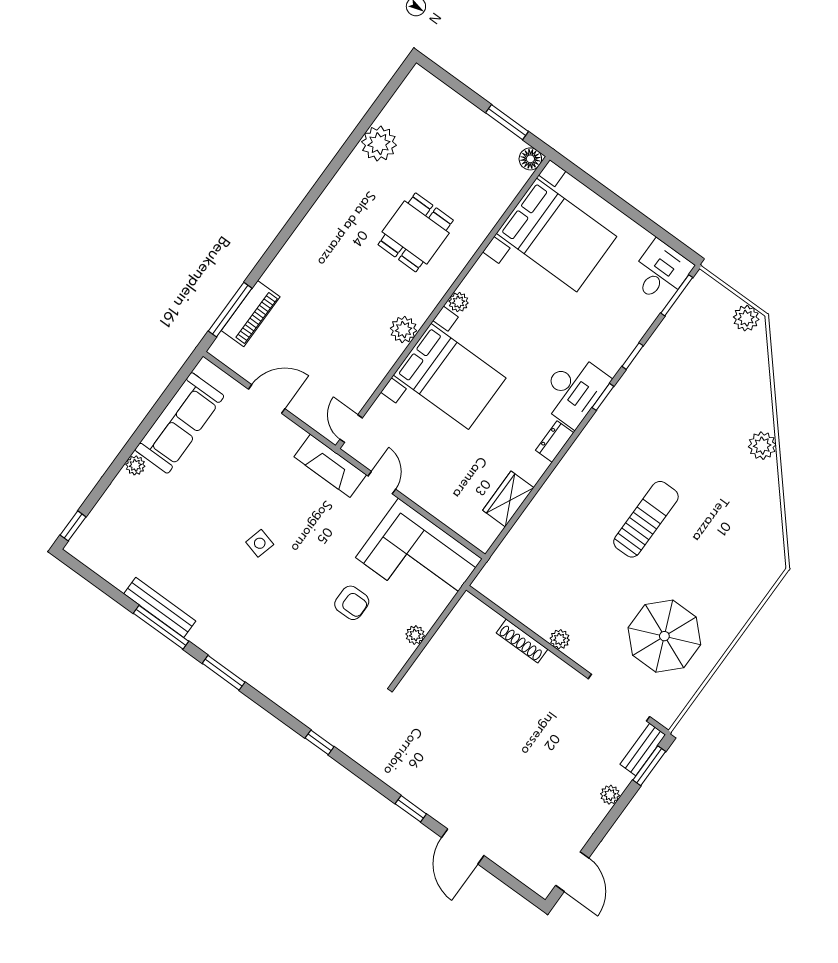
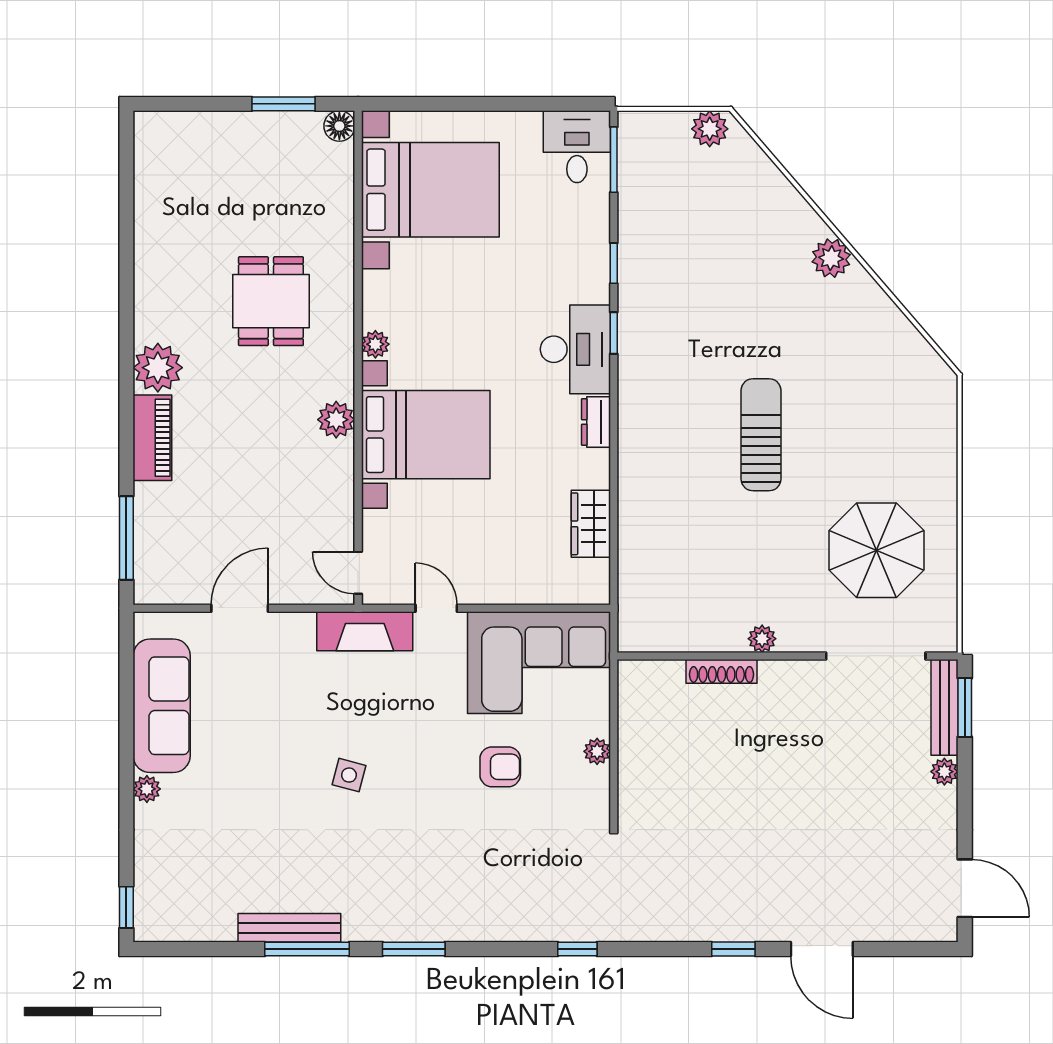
plant: (379, 144) -> (158, 368), moved
piano: (251, 314) -> (152, 438), moved
bench: (643, 750) -> (944, 707), width x1.36

